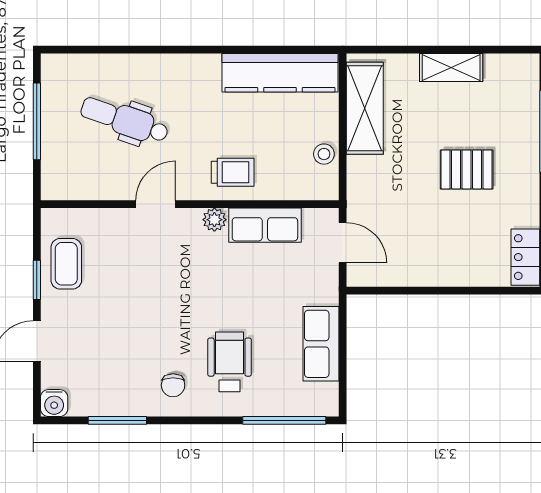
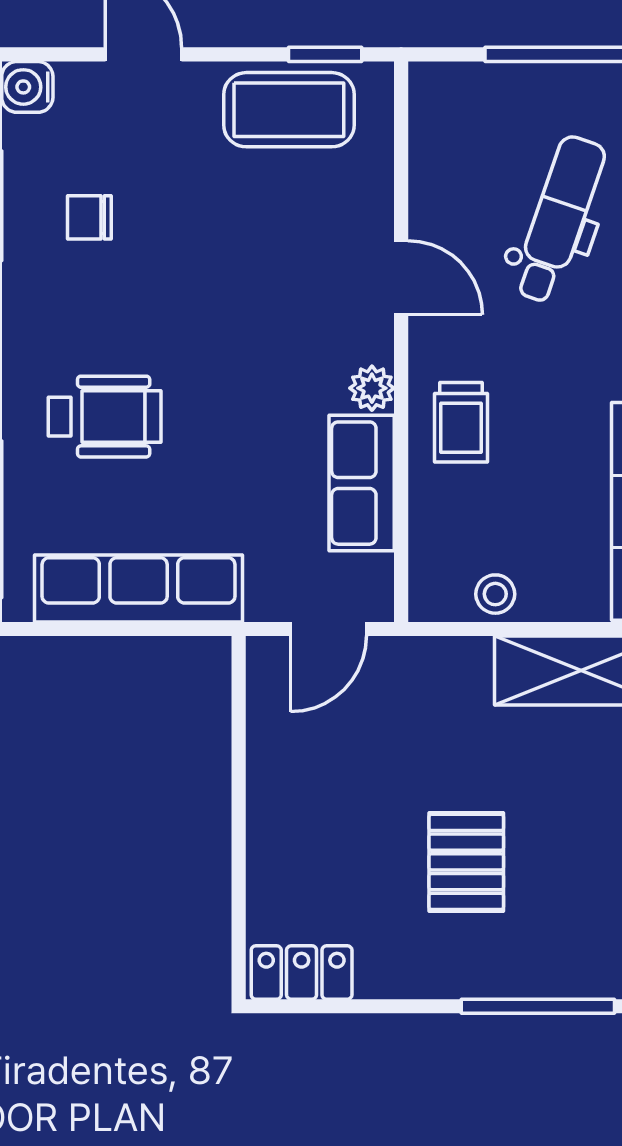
coffee table: (66, 264) -> (289, 110), width x1.36, depth x1.30
window: (37, 280) -> (325, 54), moved
row of seats: (321, 344) -> (139, 588), width x1.48
chair: (173, 385) -> (89, 217), moved

